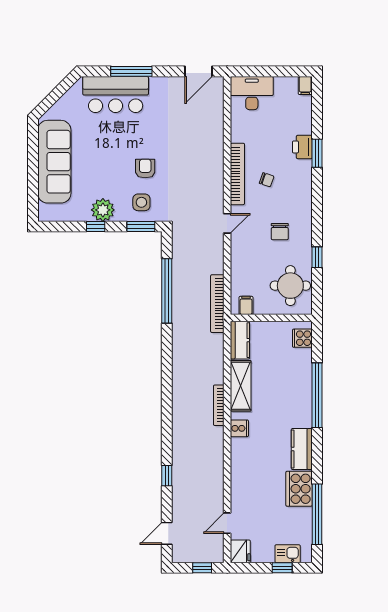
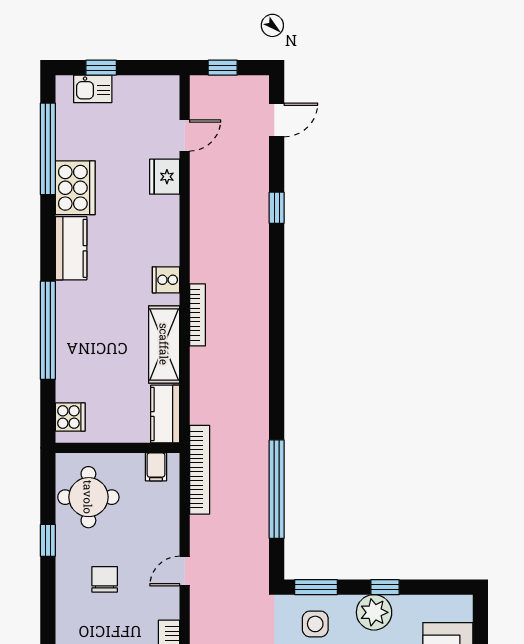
door: (227, 223) -> (185, 571), moved
fridge: (240, 551) -> (165, 177), moved

